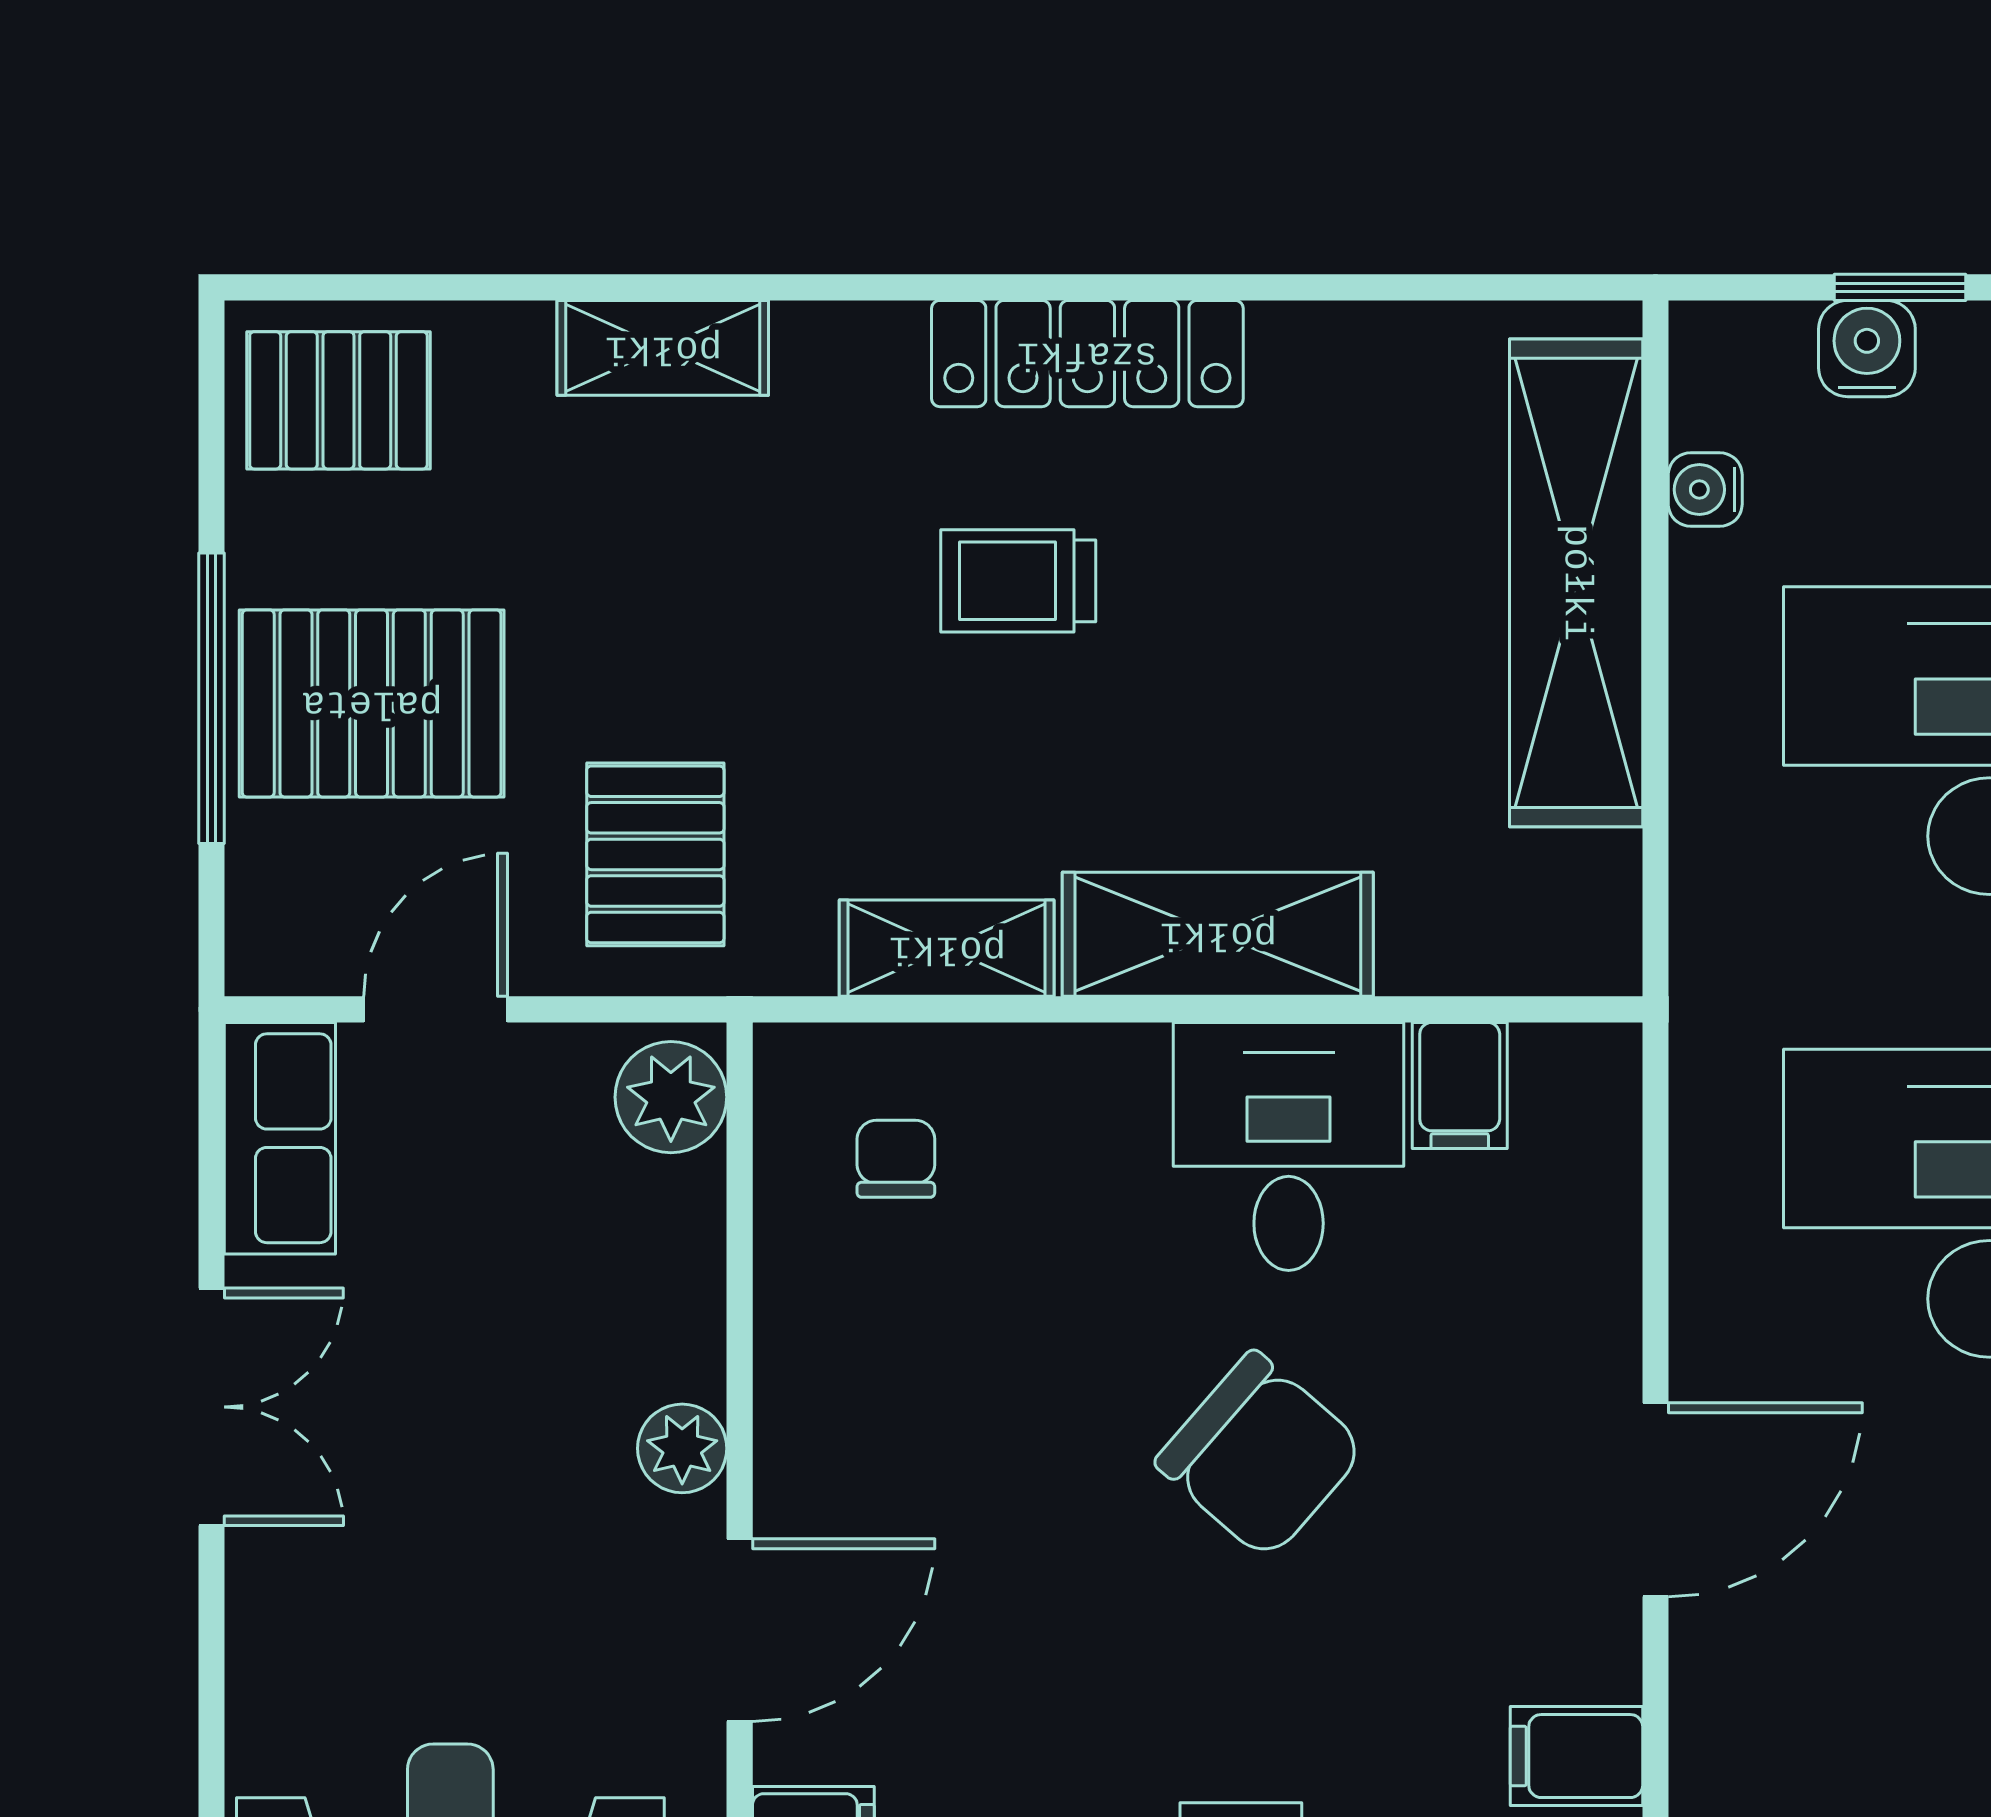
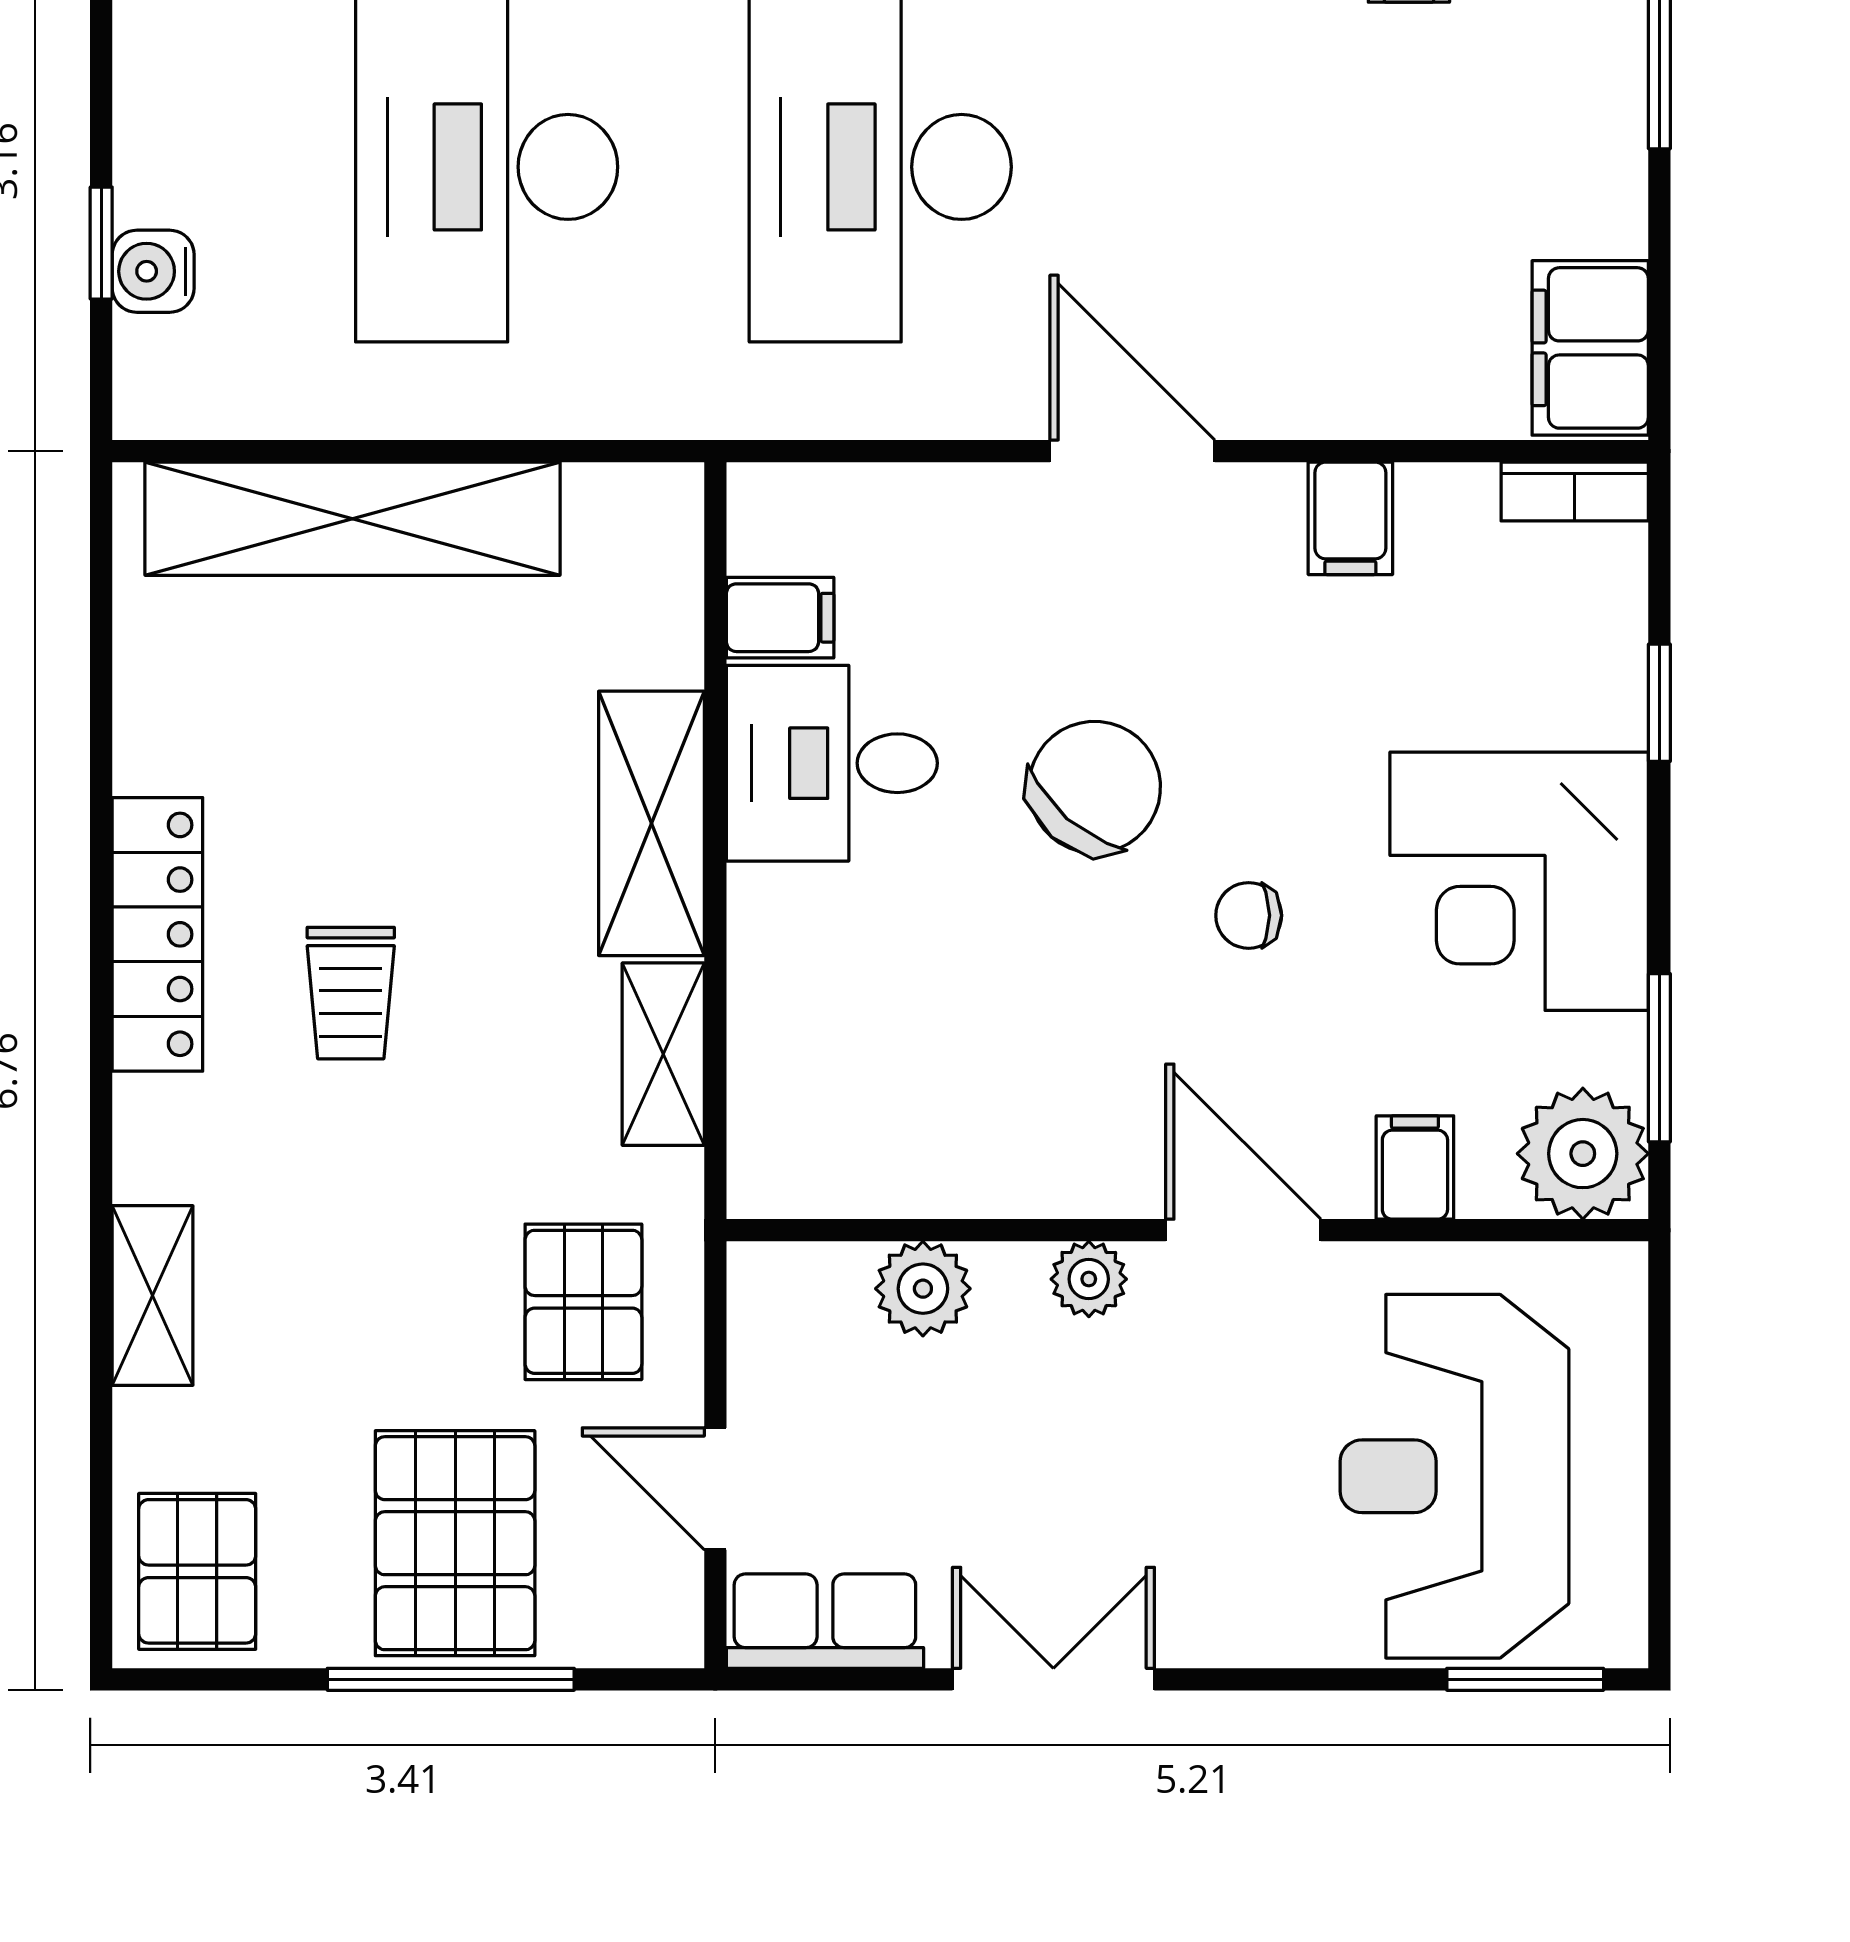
water cooler: (1705, 490) -> (273, 409), removed
pallet: (655, 854) -> (583, 1302), turned 90
plant: (671, 1097) -> (923, 1289), moved
chair: (896, 1159) -> (1249, 915), moved

